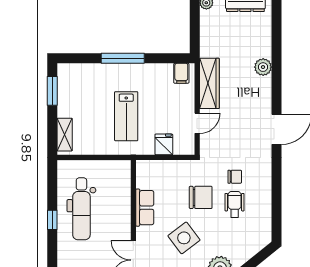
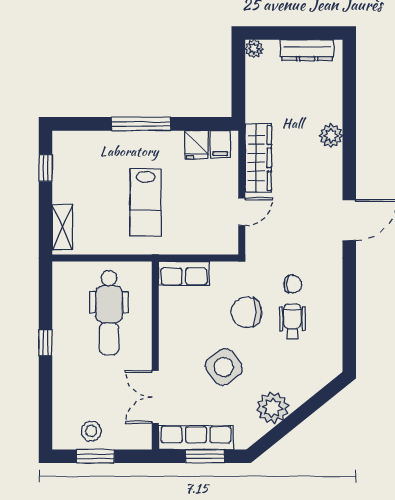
window: (52, 91) -> (46, 168), width x0.67
fridge: (164, 144) -> (196, 145), moved, turned 180
chair: (201, 197) -> (247, 312), turned 180
row of seats: (145, 208) -> (184, 273), moved, turned 90
dental chair: (81, 209) -> (109, 313), moved

